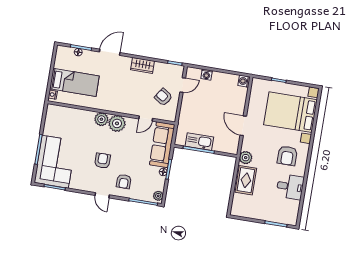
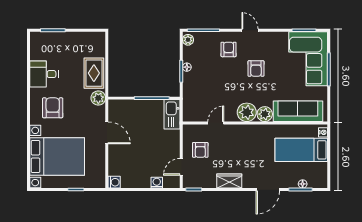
armchair: (163, 97) -> (200, 150), turned 56
kitchen sink: (199, 142) -> (172, 114), moved, turned 90
sofa: (162, 145) -> (298, 111), moved, turned -90

